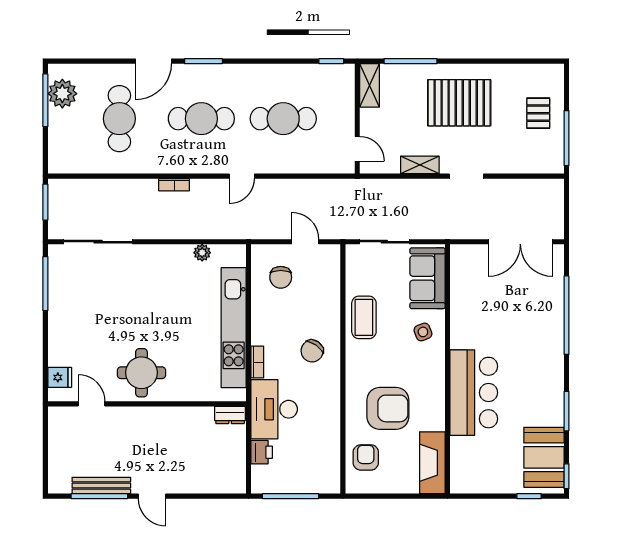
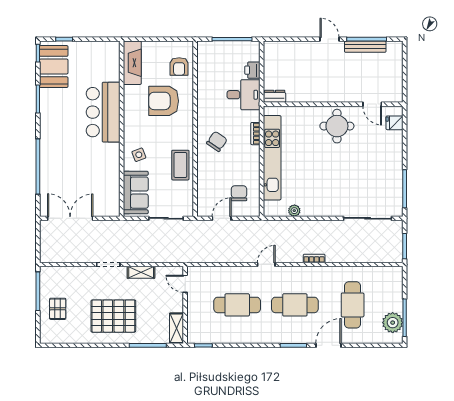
door: (305, 242) -> (222, 218), swing flipped
desk: (274, 409) -> (244, 95), width x0.73

